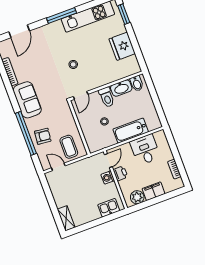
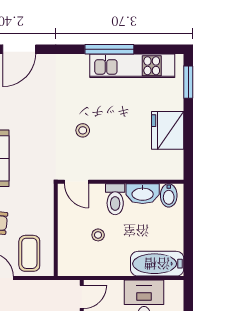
window: (62, 16) -> (109, 49), moved
door: (81, 95) -> (77, 182), hinge flipped
bathtub: (131, 131) -> (157, 264), moved

